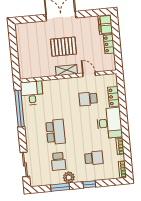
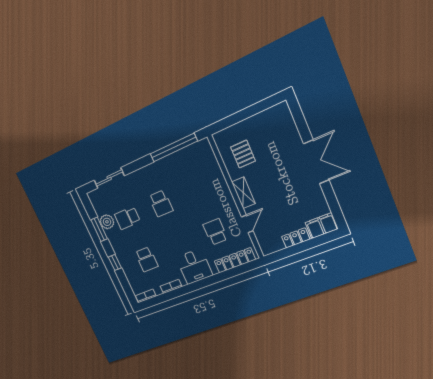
pallet: (63, 47) -> (243, 154), moved, width x0.67, depth x0.71
desk: (32, 93) -> (199, 157), removed
locker: (114, 97) -> (235, 260), width x1.53
desk: (109, 123) -> (194, 266), width x0.73
school desk: (56, 132) -> (161, 203), width x0.54
plant: (69, 177) -> (107, 222), moved

